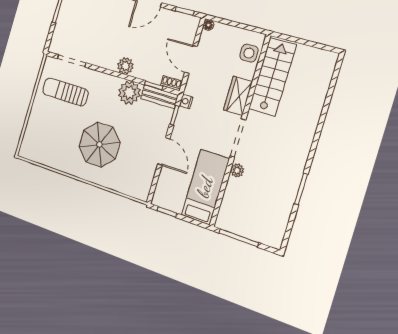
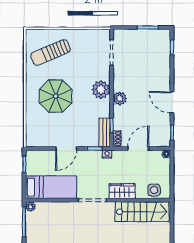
sun lounger: (65, 92) -> (50, 52), moved, turned -113
plant: (129, 93) -> (101, 90), moved
plant: (237, 170) -> (30, 207), moved

